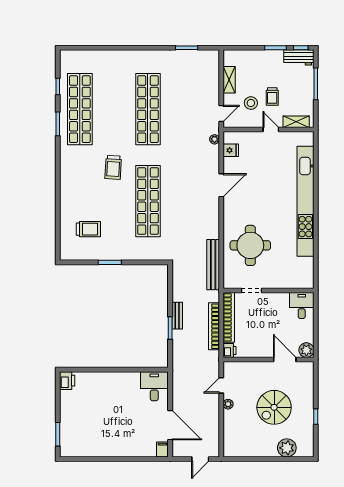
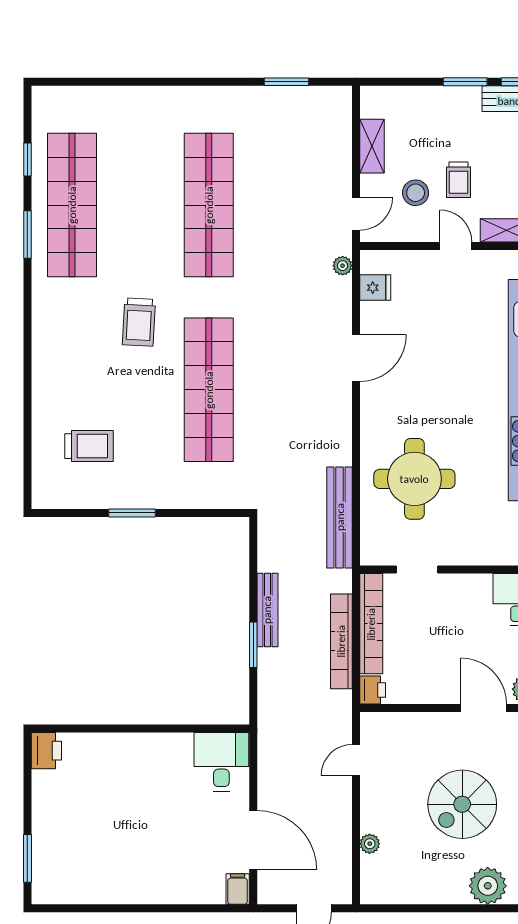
bench: (177, 316) -> (267, 610), width x1.36
plant: (228, 404) -> (370, 844), moved

